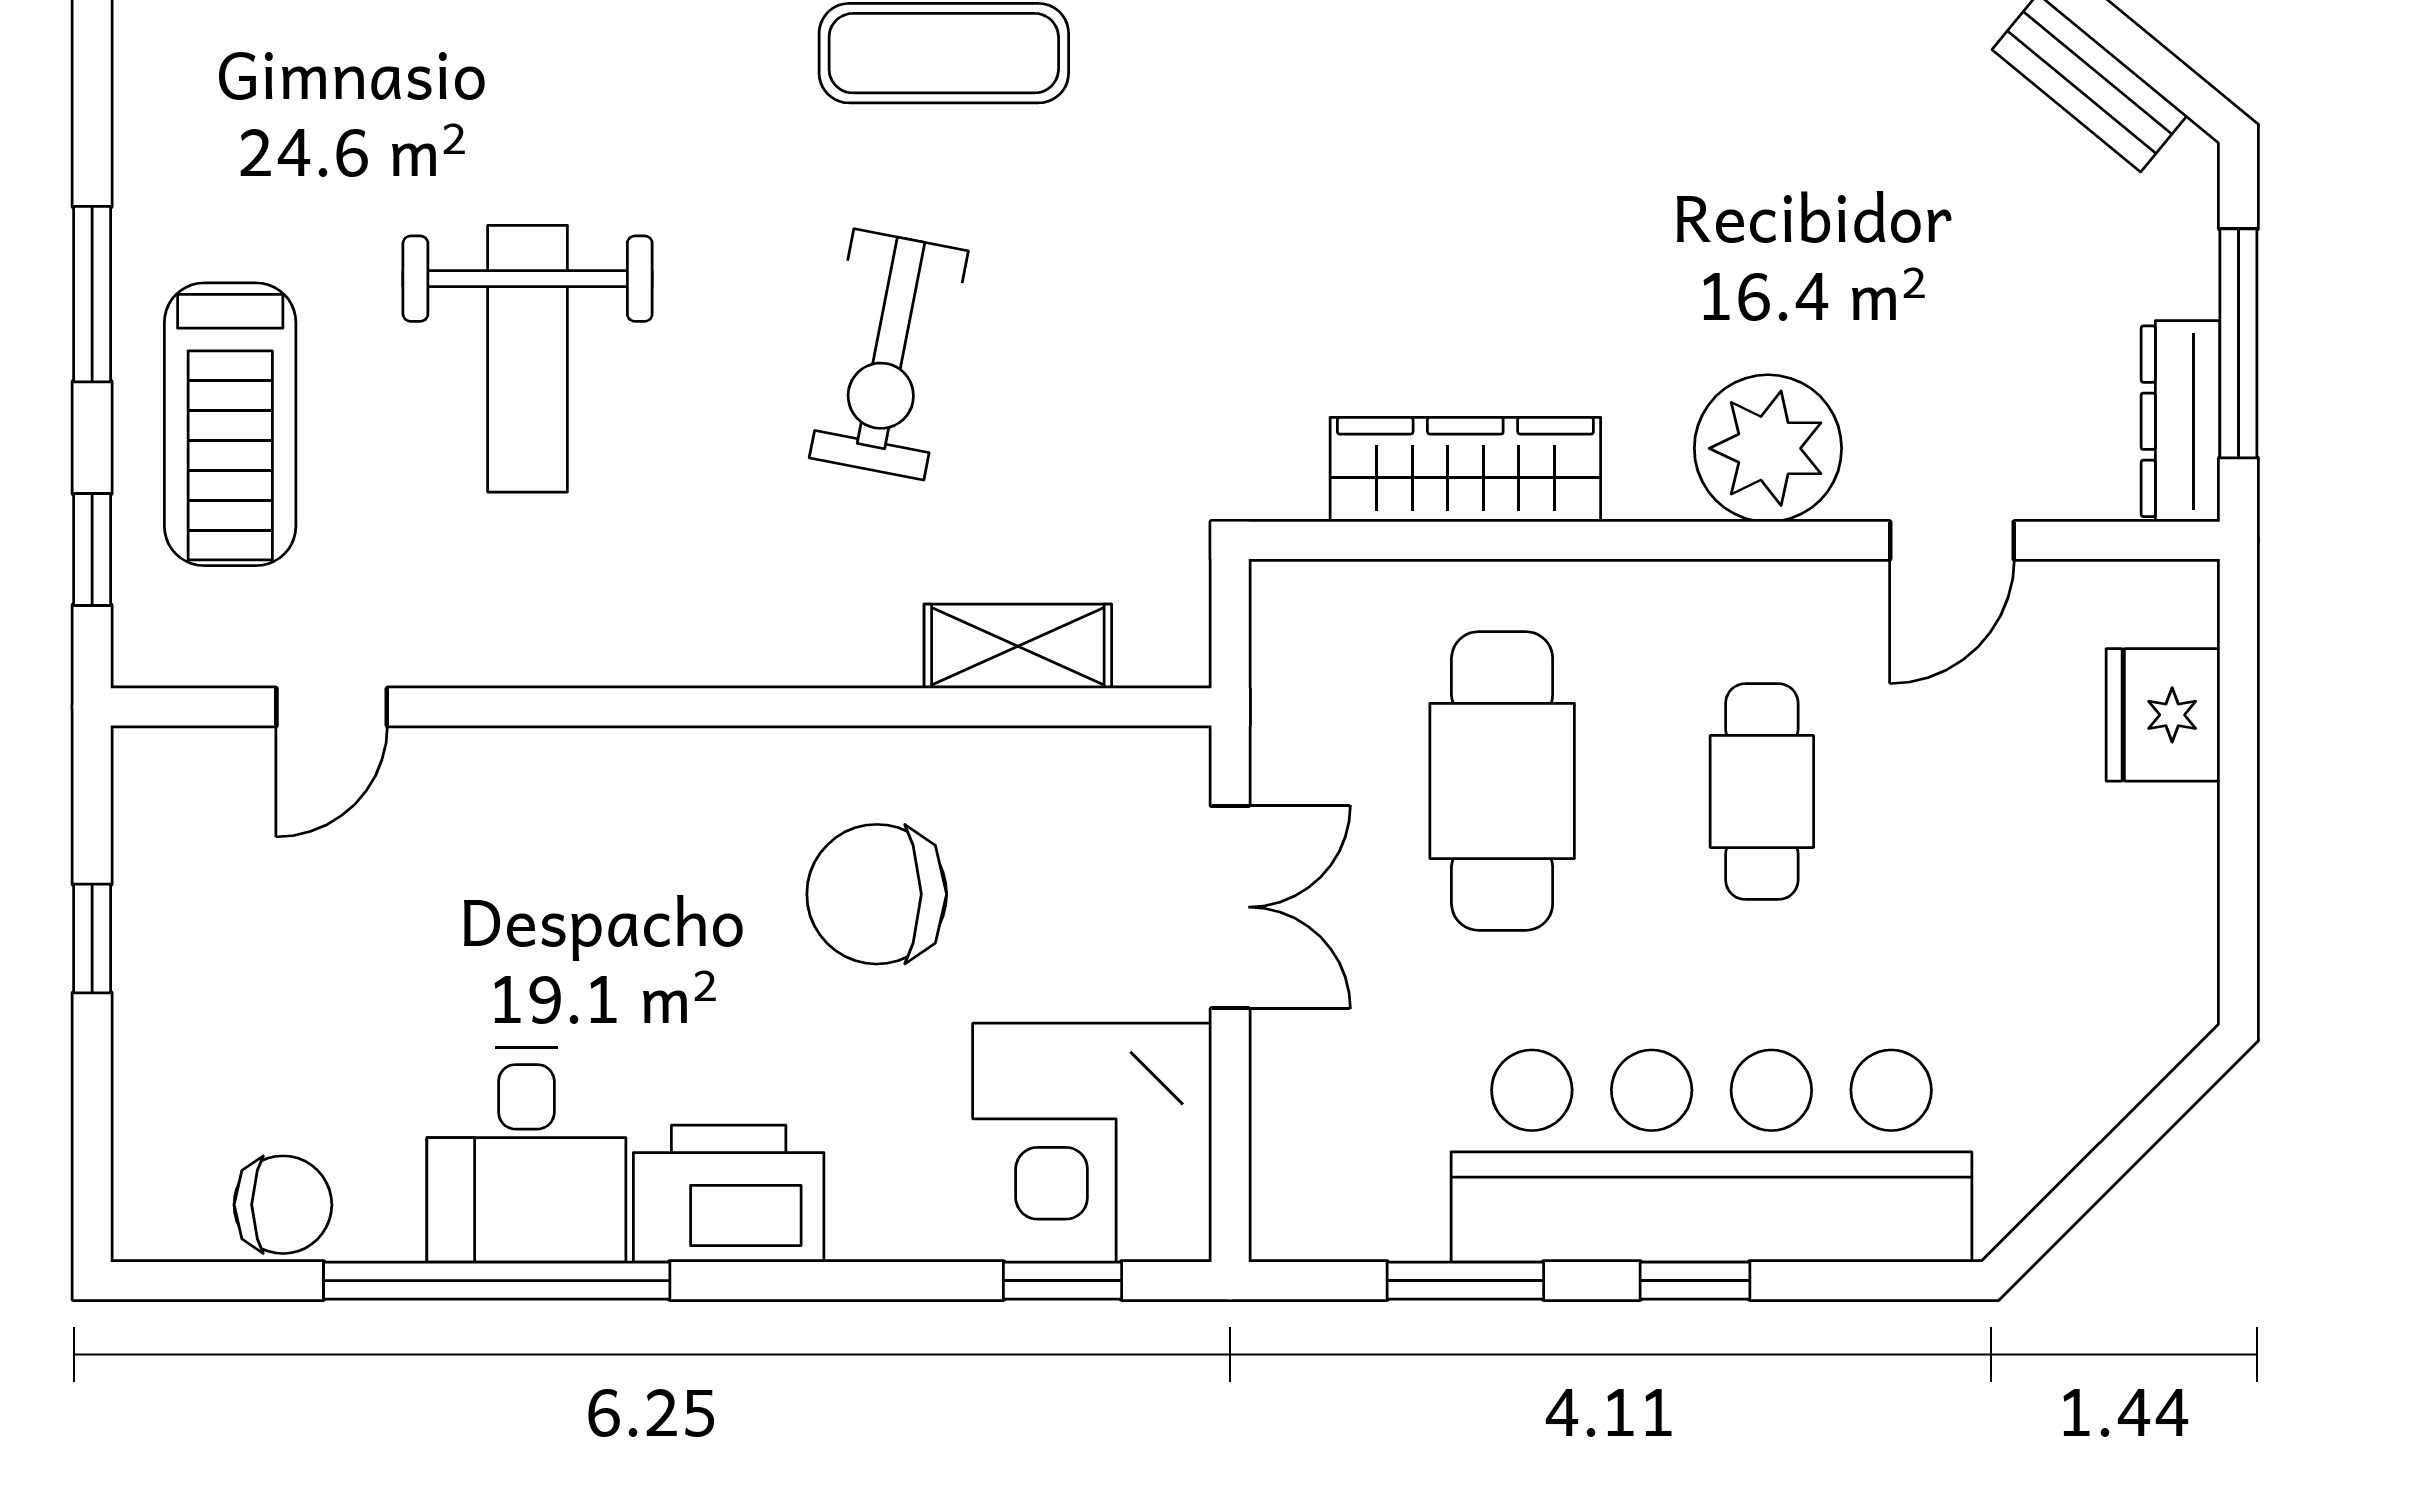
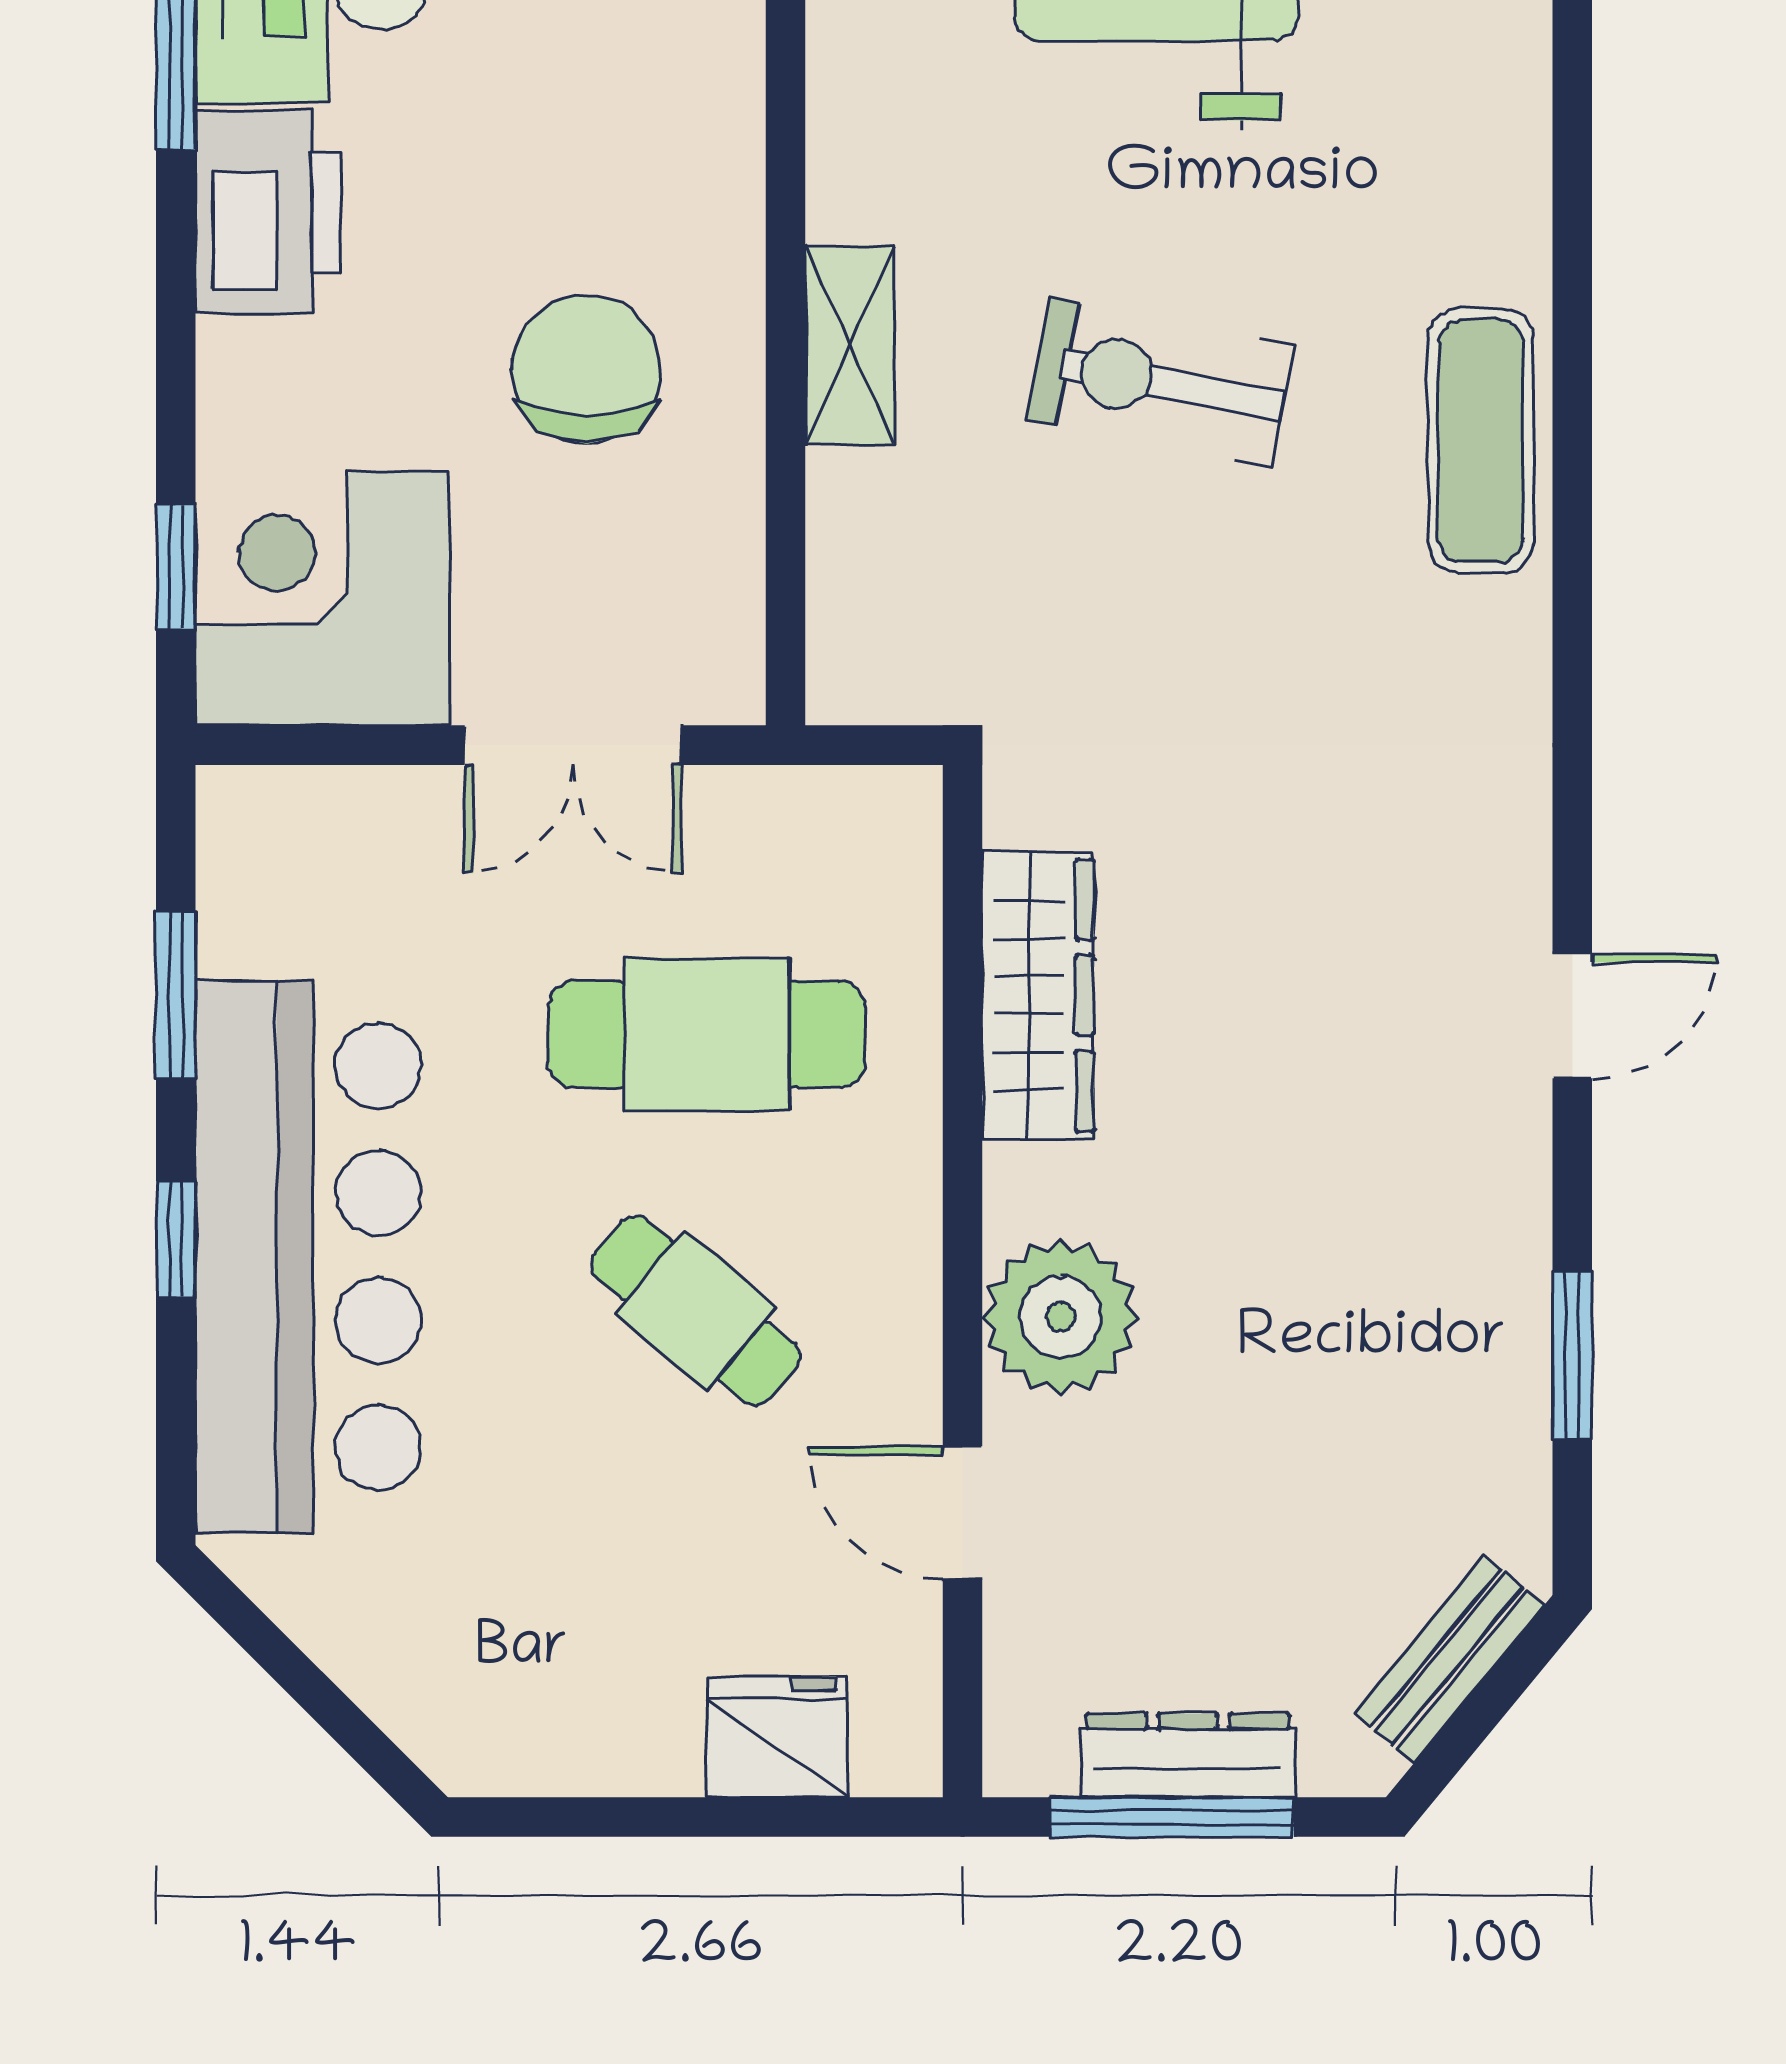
dresser: (2181, 421) -> (1188, 1755), moved
shelving: (1018, 646) -> (850, 345), moved
cafe table: (1762, 792) -> (696, 1310), turned 40

